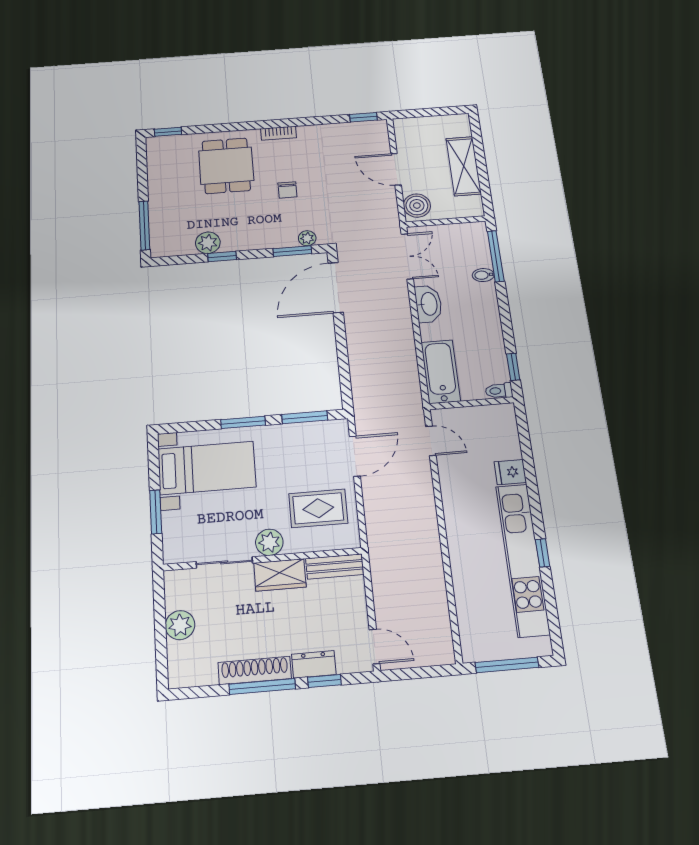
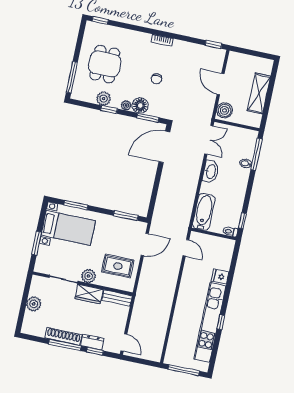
dining table: (226, 166) -> (105, 64), moved
floor lamp: (273, 236) -> (140, 105), added
plant: (307, 238) -> (126, 105), moved
window: (243, 422) -> (76, 205), moved

